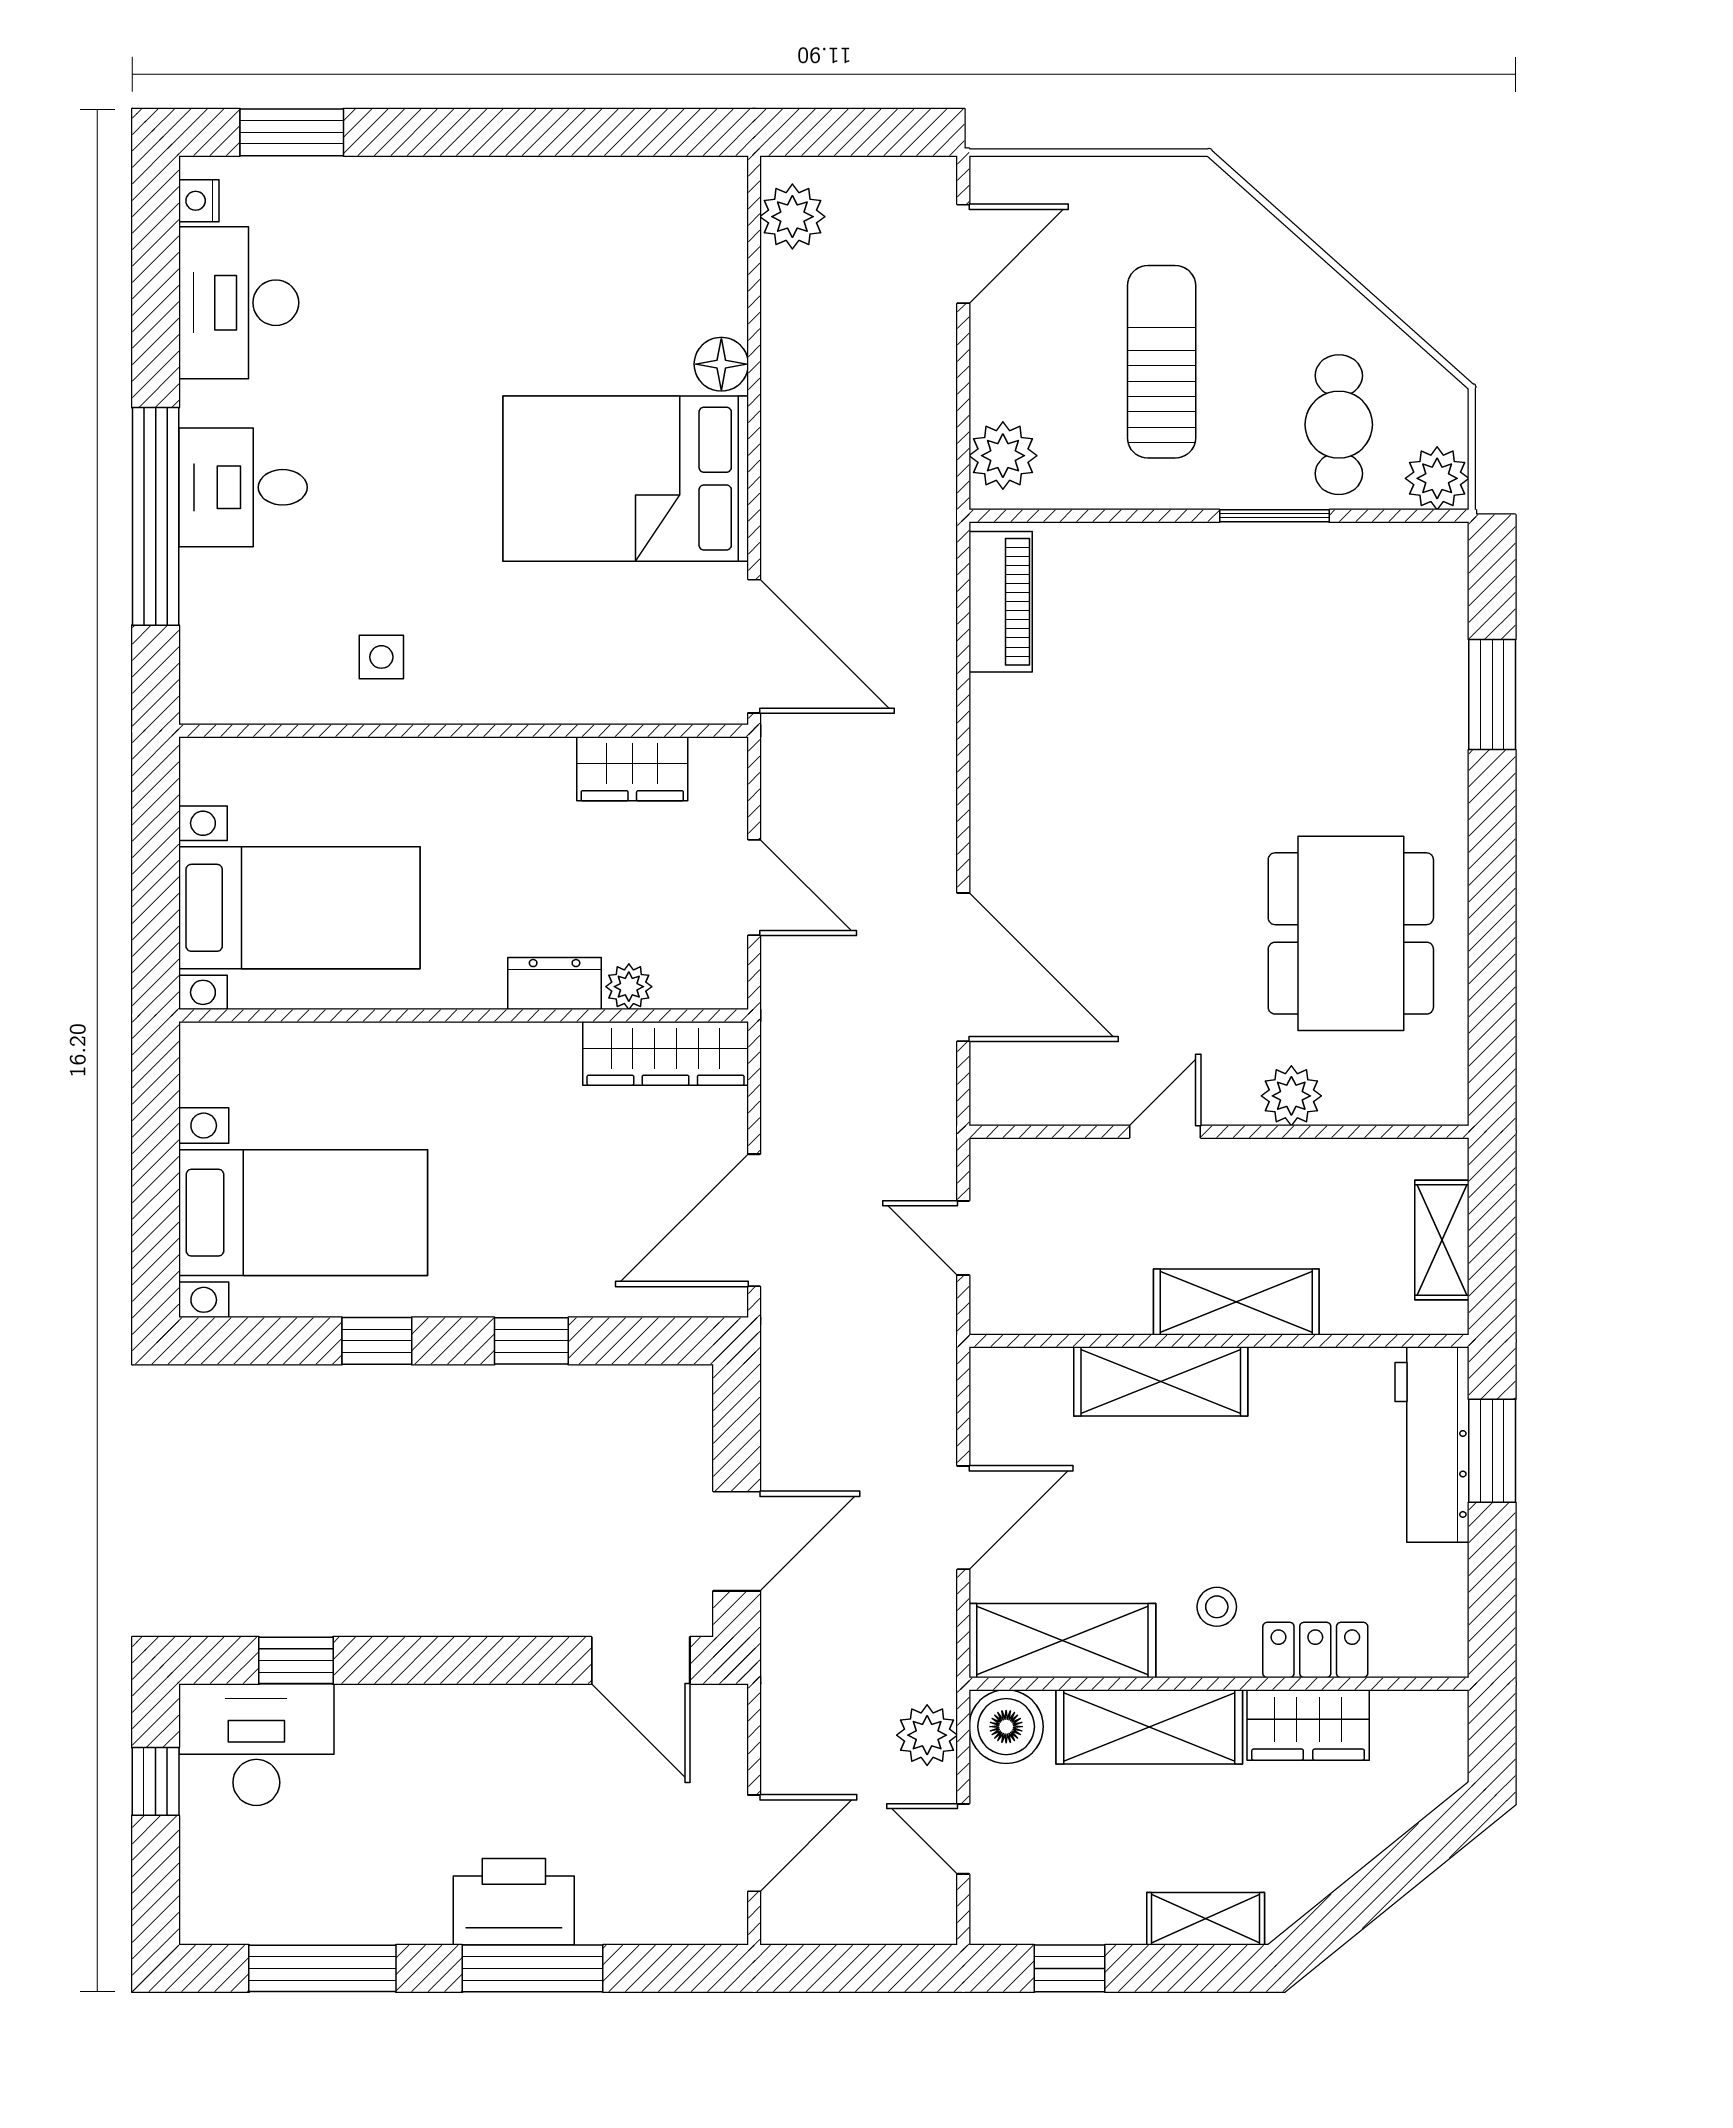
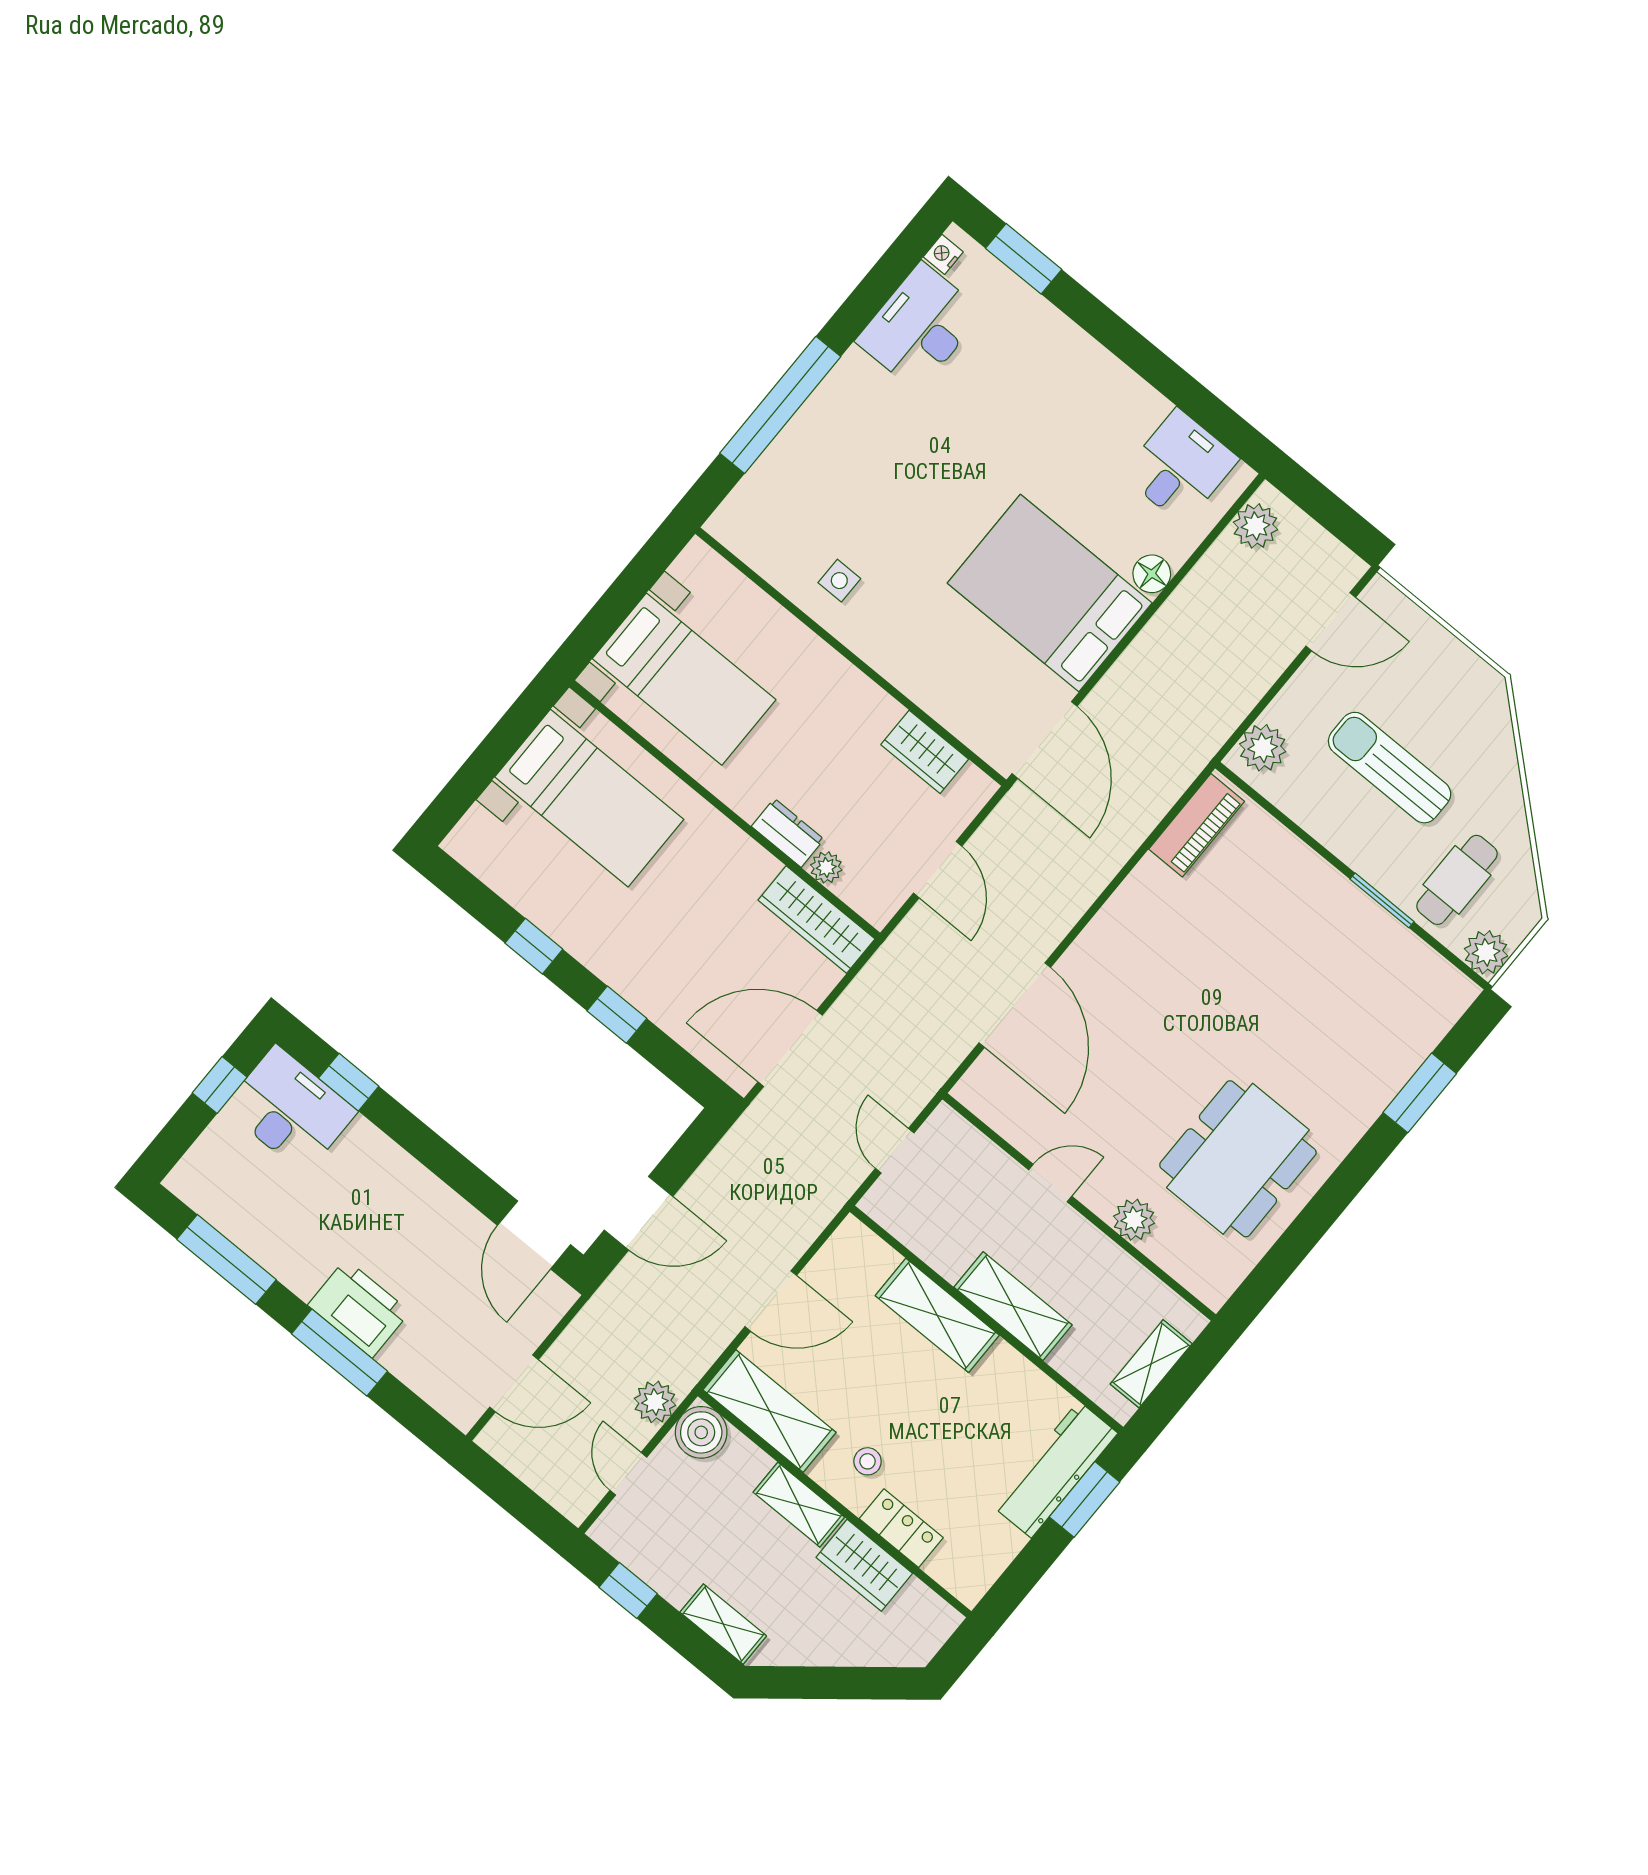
sun lounger: (1162, 362) -> (1390, 768), turned -90
desk: (243, 487) -> (1180, 467), moved, turned 90
bed with nightstands: (303, 1213) -> (589, 798), moved
shelving: (1149, 1727) -> (799, 1505), width x0.67, depth x0.75

